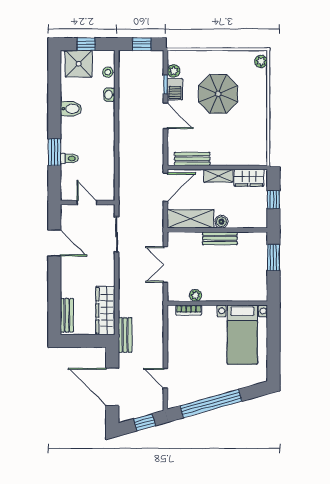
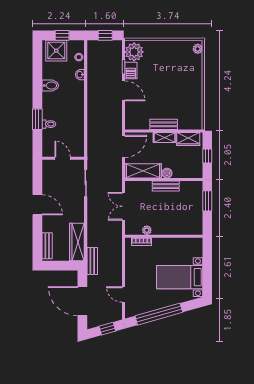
plant: (174, 71) -> (134, 52), width x1.87, depth x1.87
parasol: (218, 94) -> (164, 74), removed
bench: (192, 159) -> (164, 124), moved
door: (54, 243) -> (37, 205), moved
bed with nightstands: (242, 335) -> (180, 277), moved, turned 90

